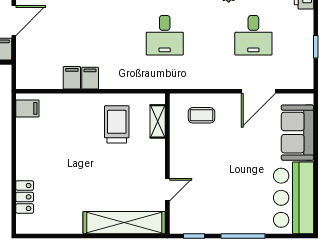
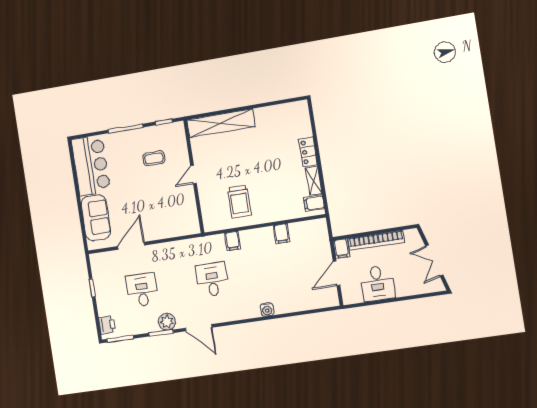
filing cabinet: (90, 78) -> (233, 241), moved
coffee table: (201, 115) -> (154, 158), moved
shelving: (158, 121) -> (314, 181), moved
door: (167, 190) -> (194, 174), moved
locker: (25, 197) -> (308, 152), moved

